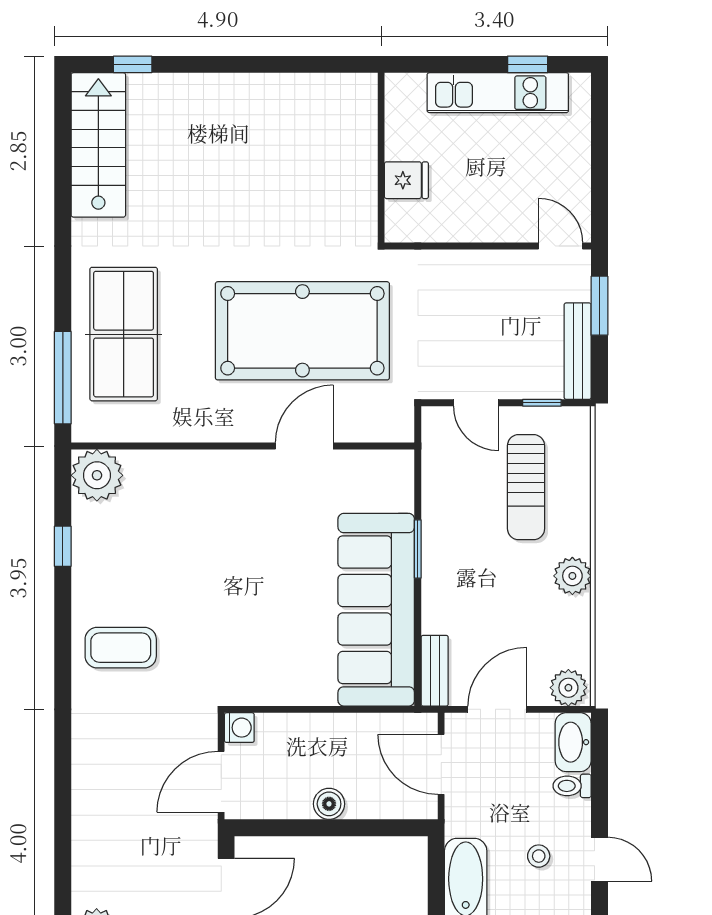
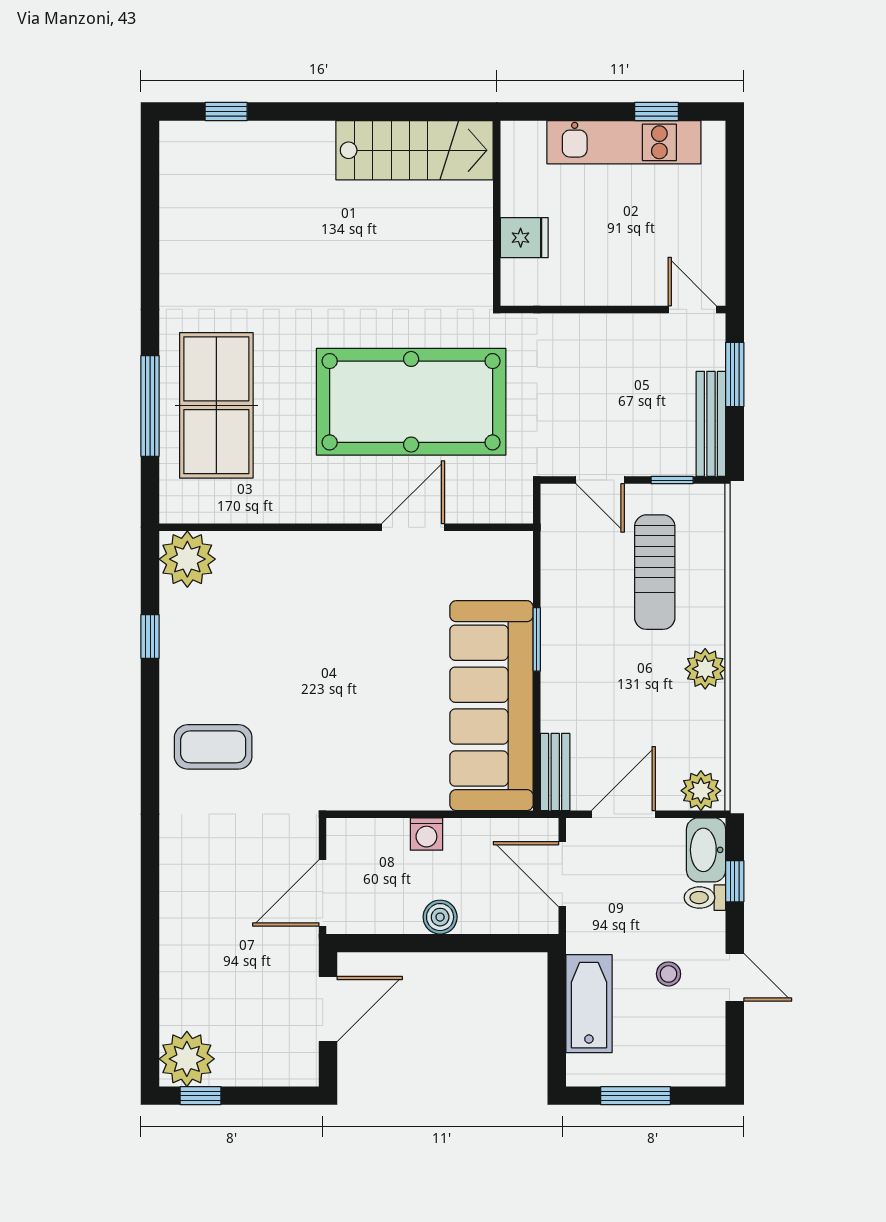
stairs: (98, 145) -> (415, 150), moved, turned 90
window: (63, 378) -> (150, 406), moved
washing machine: (239, 728) -> (426, 834), moved, turned 90
window: (599, 771) -> (735, 881), added

